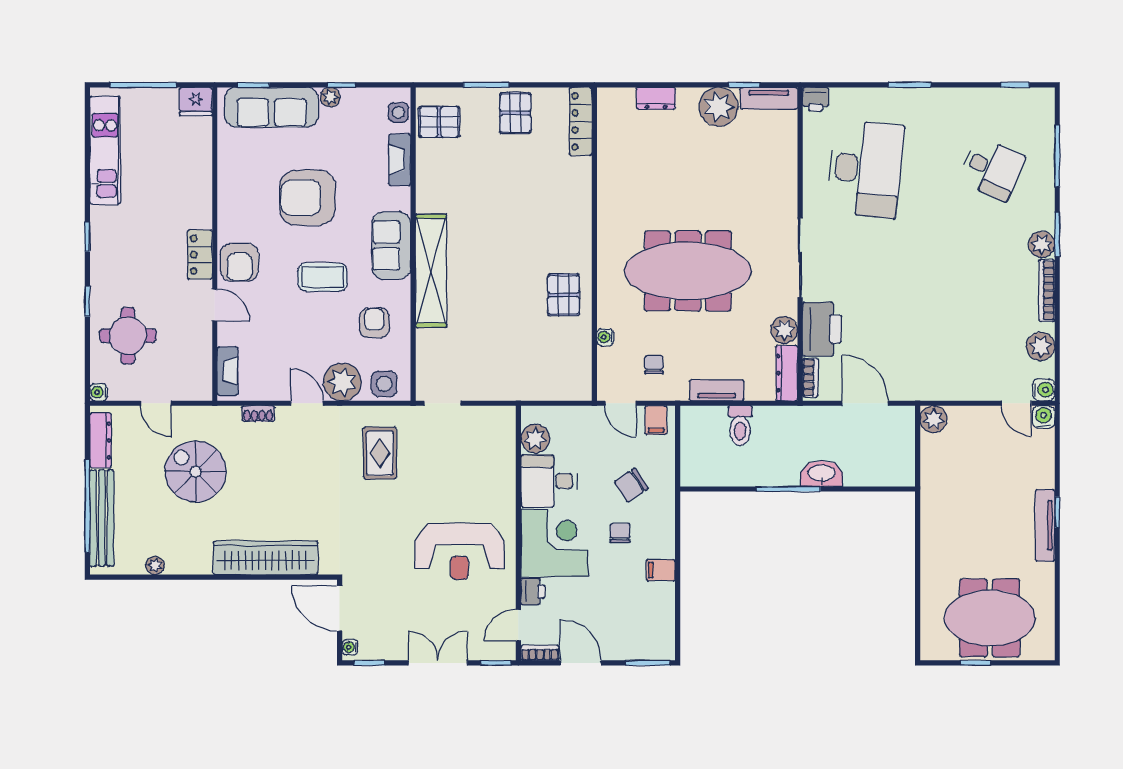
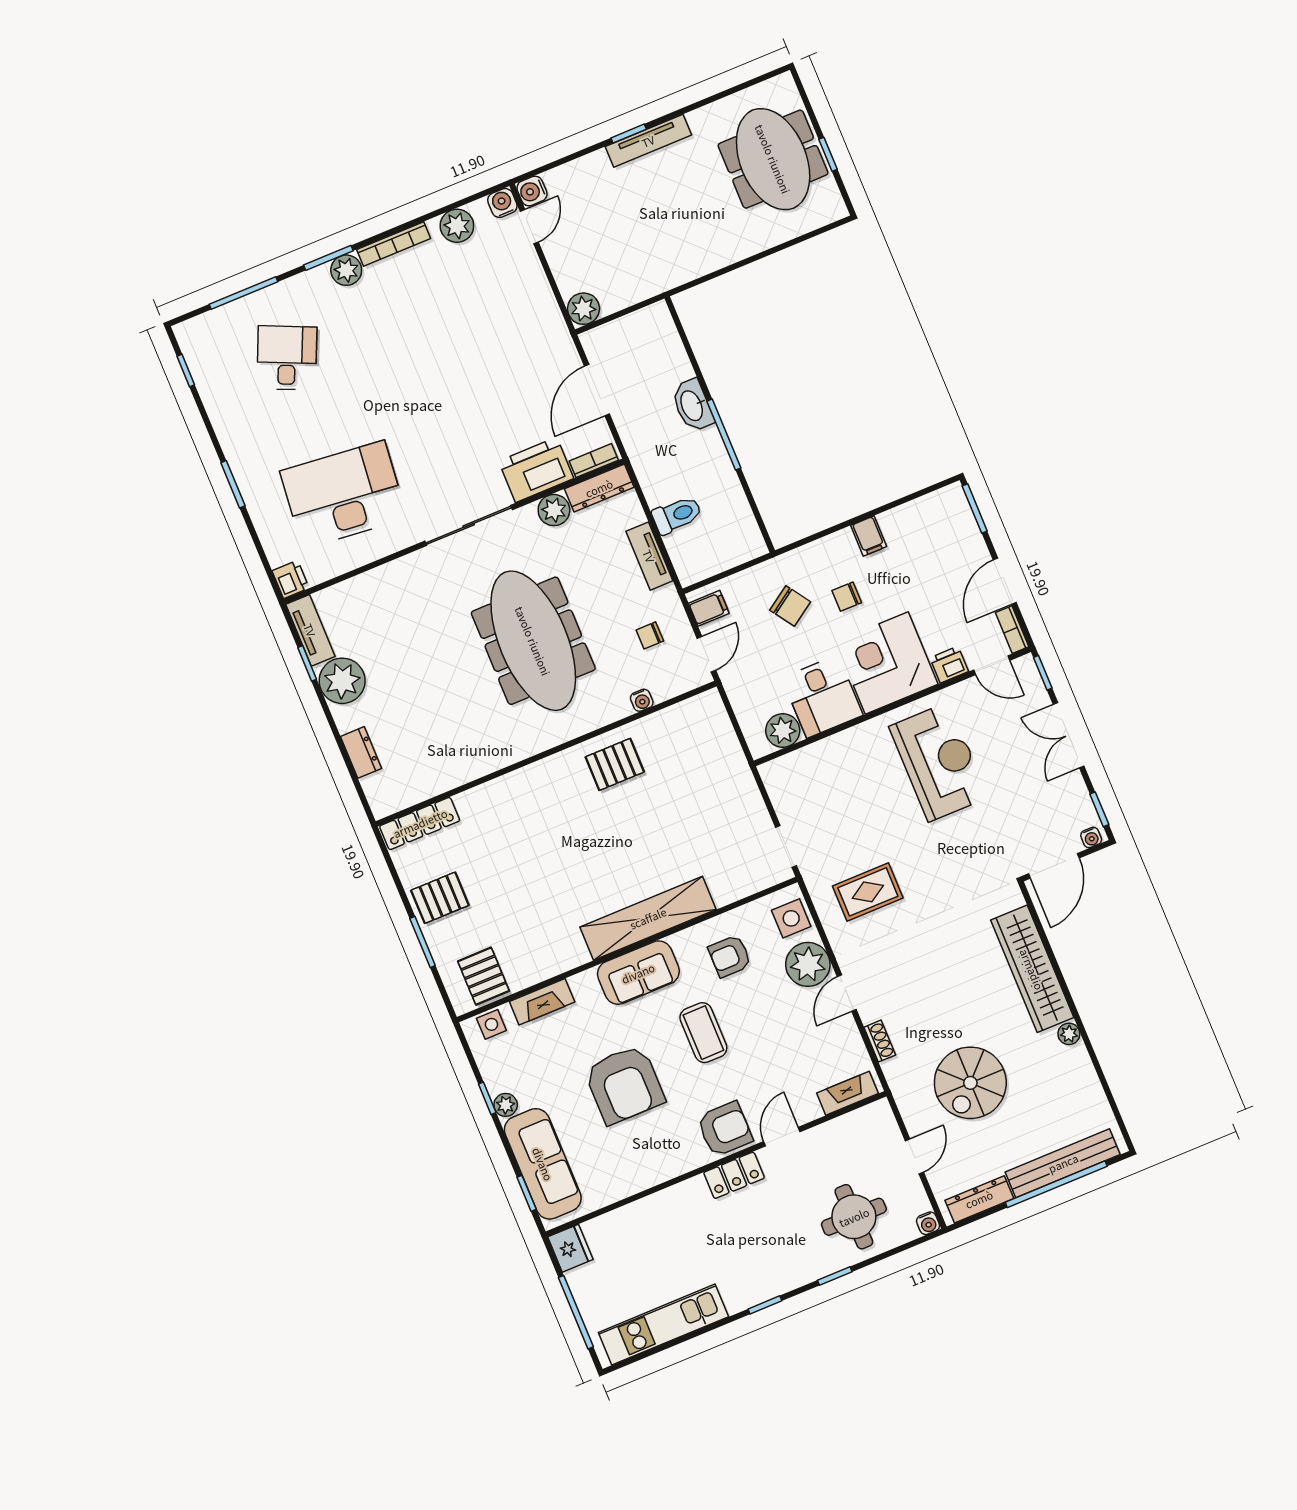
plant: (155, 565) -> (1069, 1034), moved

